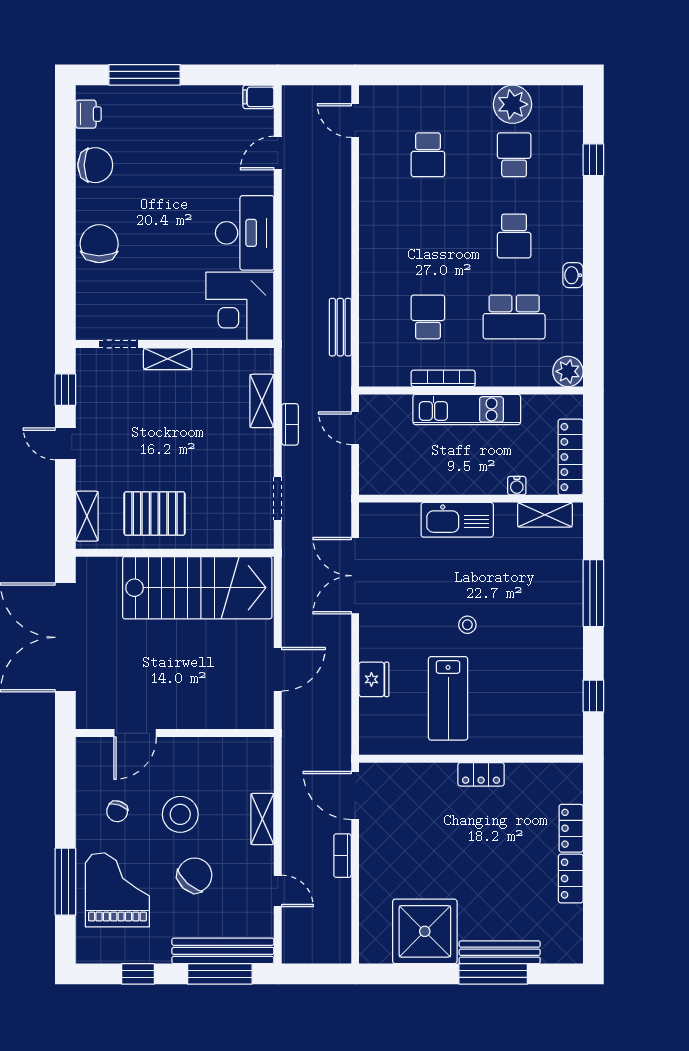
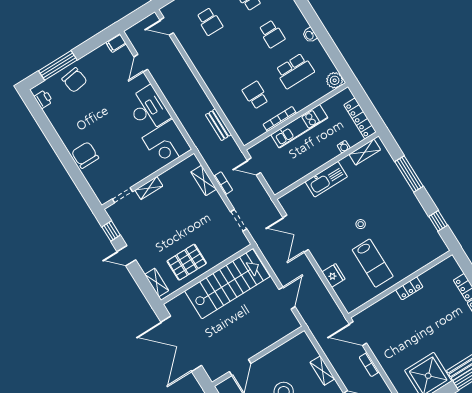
chair: (95, 165) -> (74, 80), moved, turned 82

